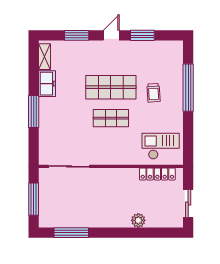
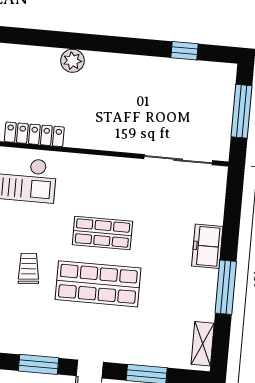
freezer: (47, 84) -> (207, 246), moved
window: (34, 112) -> (226, 287), moved
window: (71, 233) -> (184, 51), width x0.46

